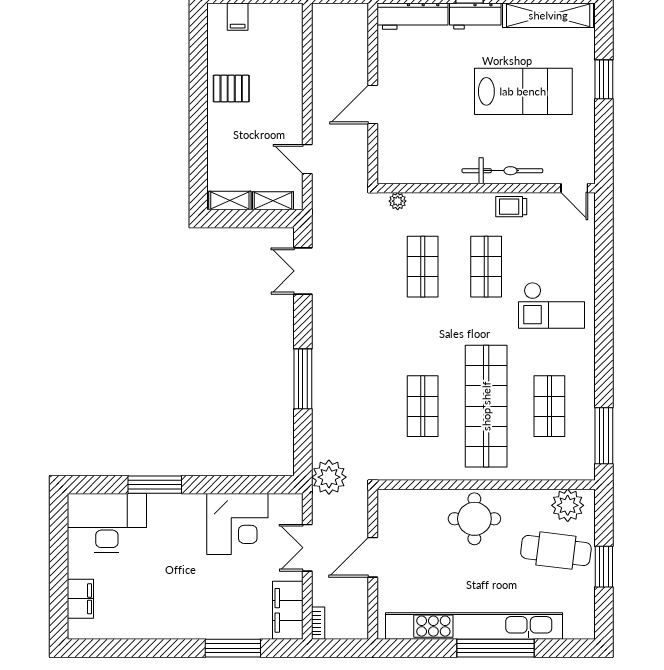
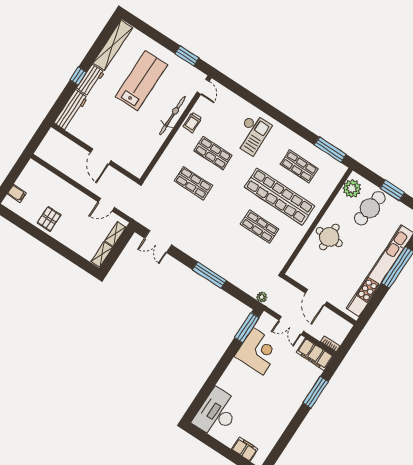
window: (604, 79) -> (187, 56), moved
door: (574, 188) -> (203, 87), hinge flipped
plant: (398, 201) -> (154, 175), removed
plant: (329, 477) -> (262, 297), width x0.53, depth x0.53
window: (155, 485) -> (247, 328), moved

